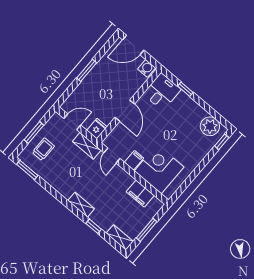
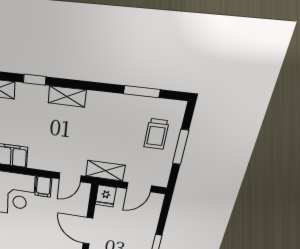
door: (112, 156) -> (70, 177), swing flipped
window: (27, 170) -> (142, 92), moved

